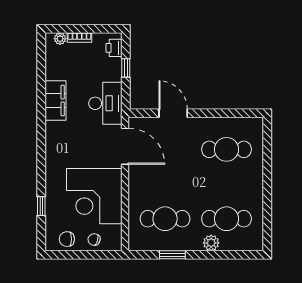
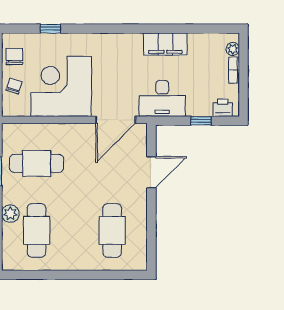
cafe table: (165, 219) -> (37, 163), turned 90

